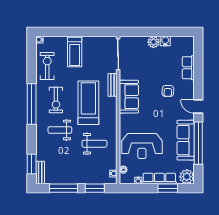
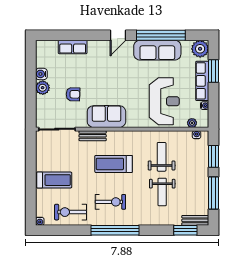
armchair: (168, 91) -> (73, 94), moved
treadmill: (88, 103) -> (114, 164), width x0.73, depth x0.73
weight bench: (60, 130) -> (162, 192), moved

